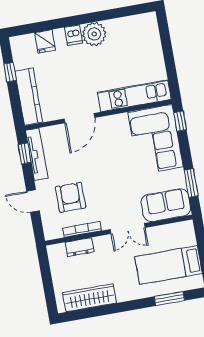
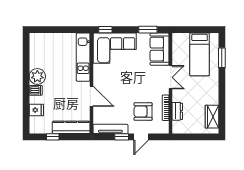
window: (25, 153) -> (122, 137), moved
wardrobe: (89, 298) -> (212, 117), width x0.67

